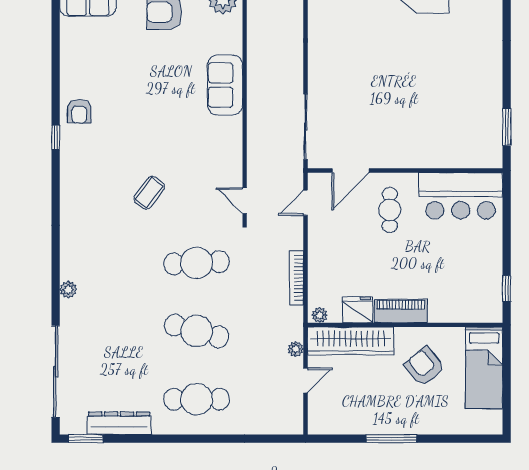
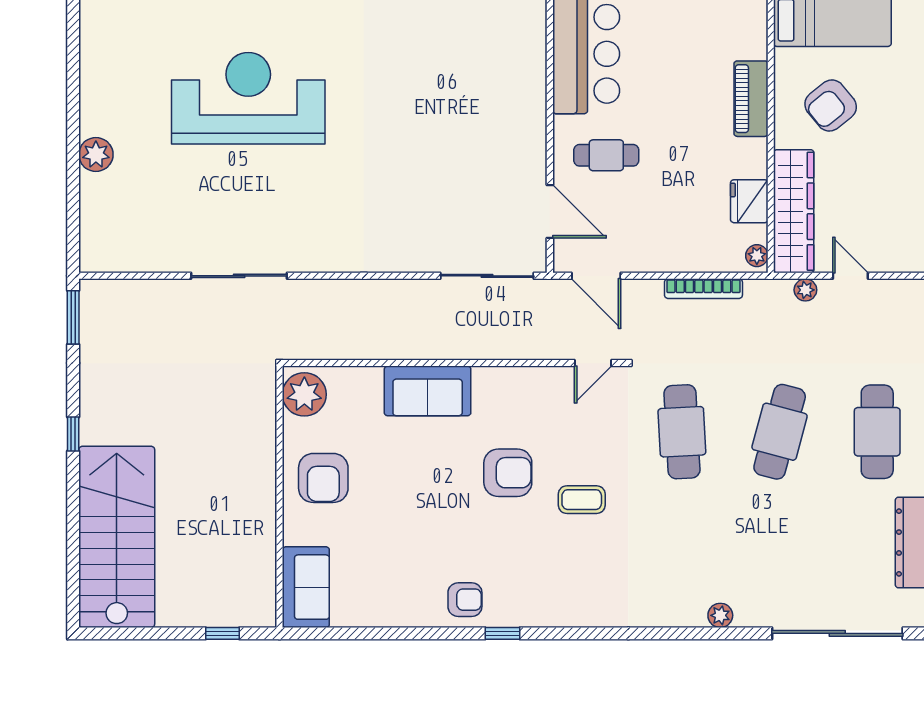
armchair: (168, 141) -> (508, 473), added
coffee table: (149, 193) -> (582, 500), turned -37
door: (306, 203) -> (596, 276), width x1.38
piano: (401, 311) -> (751, 99), moved

